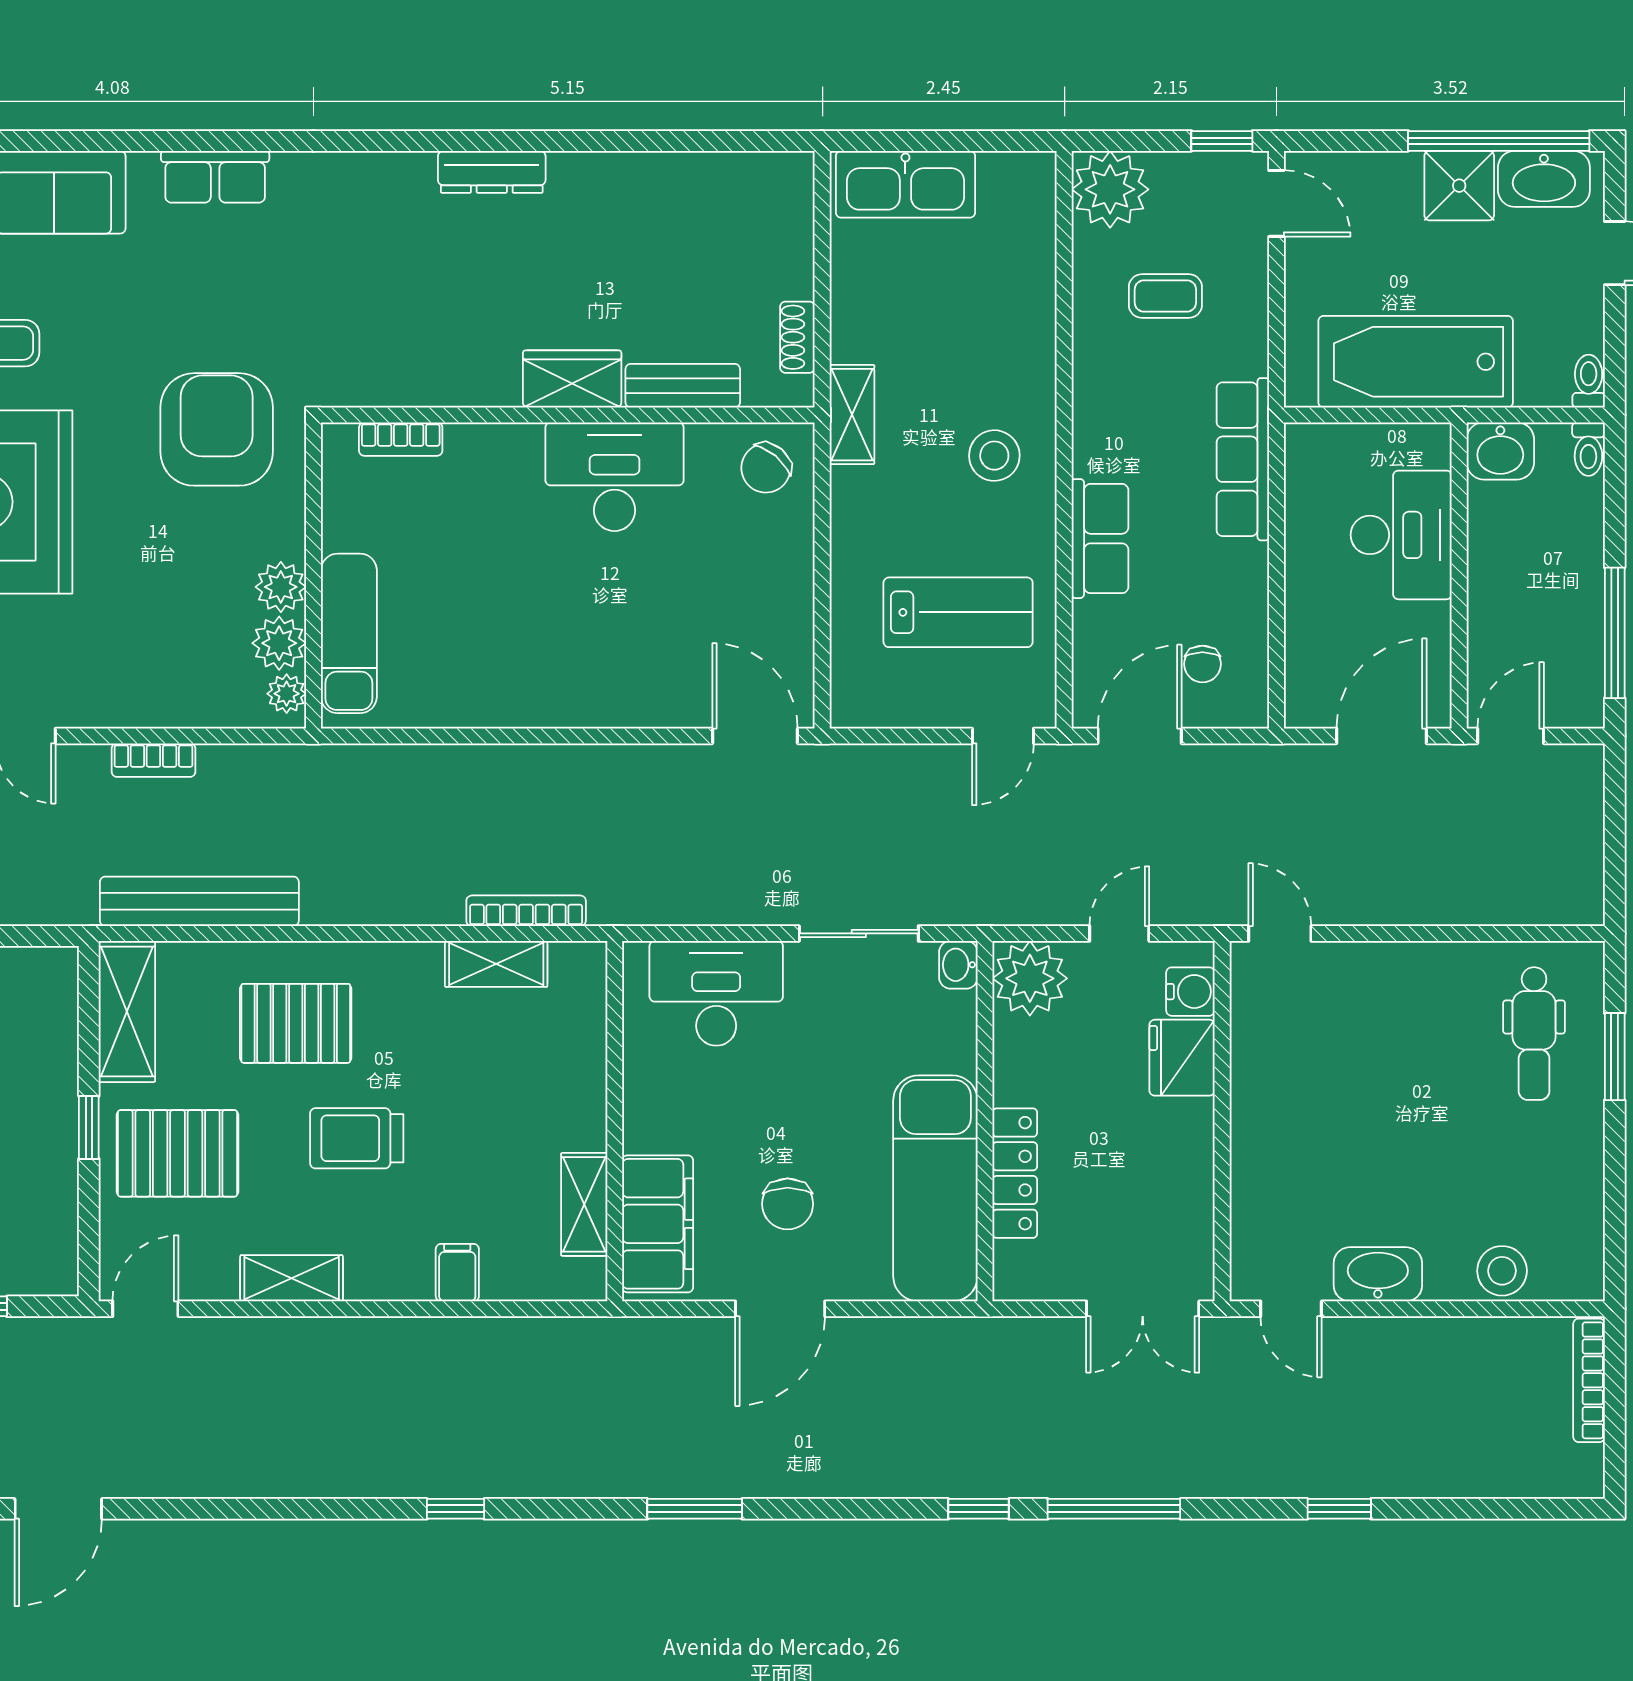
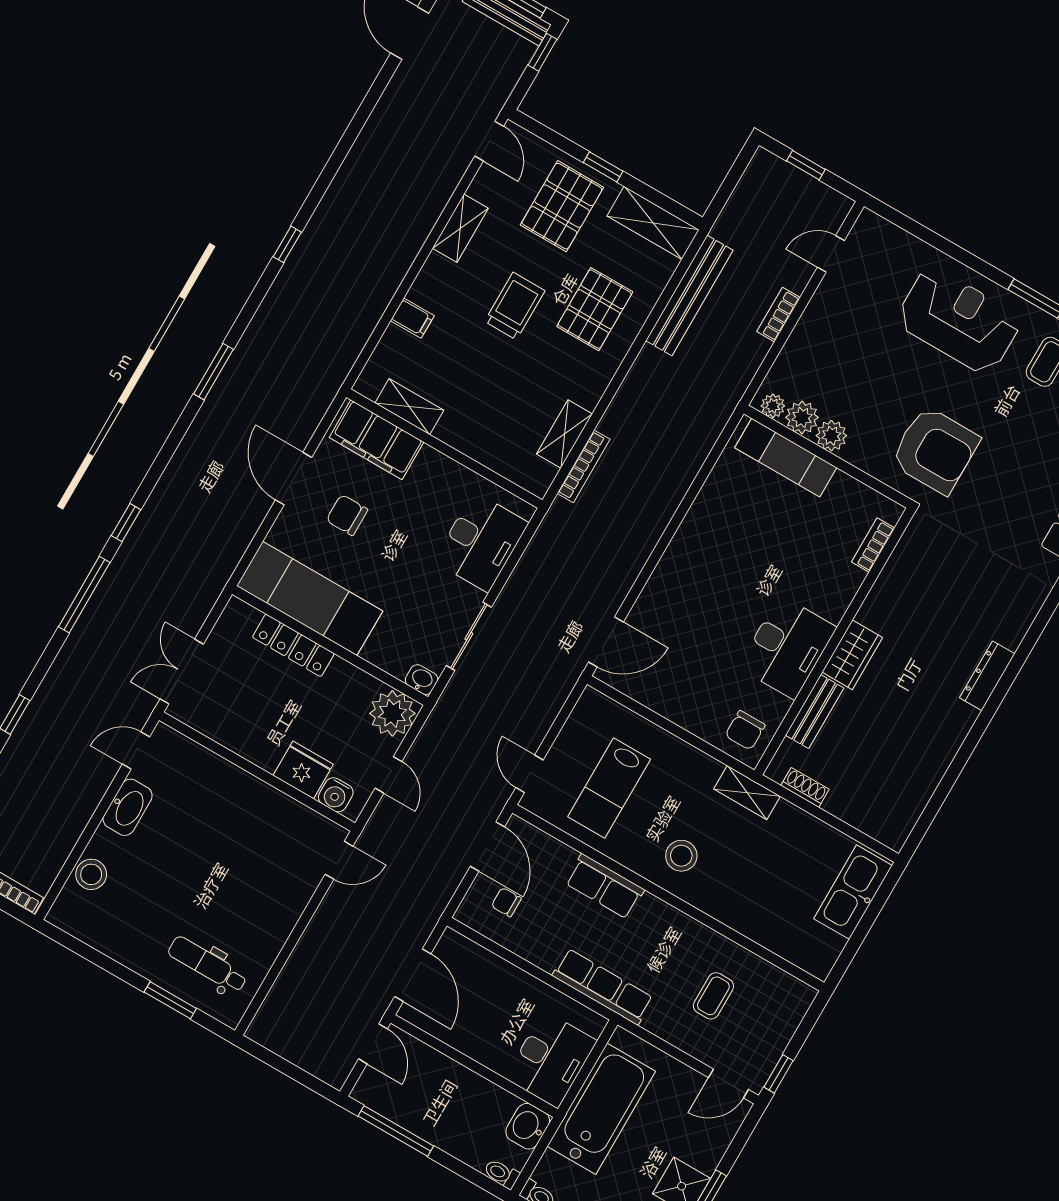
plant: (1110, 189) -> (787, 999), removed
chair: (766, 468) -> (745, 730), turned -130
desk: (1401, 535) -> (551, 1059), moved, turned -90

